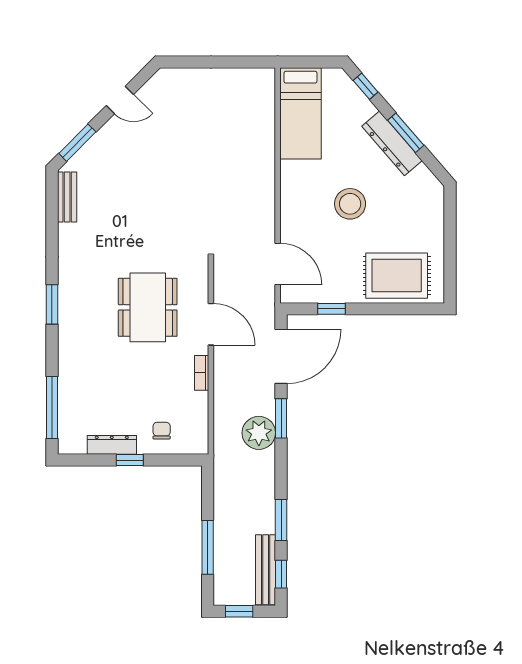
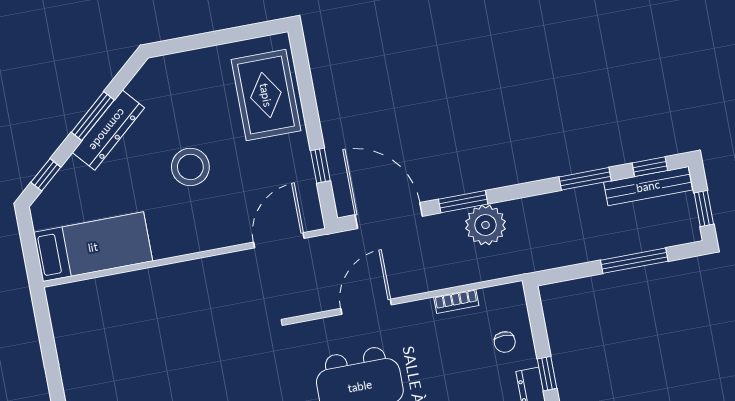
bookcase: (202, 373) -> (456, 301), moved
chair: (162, 431) -> (505, 342), turned -90

